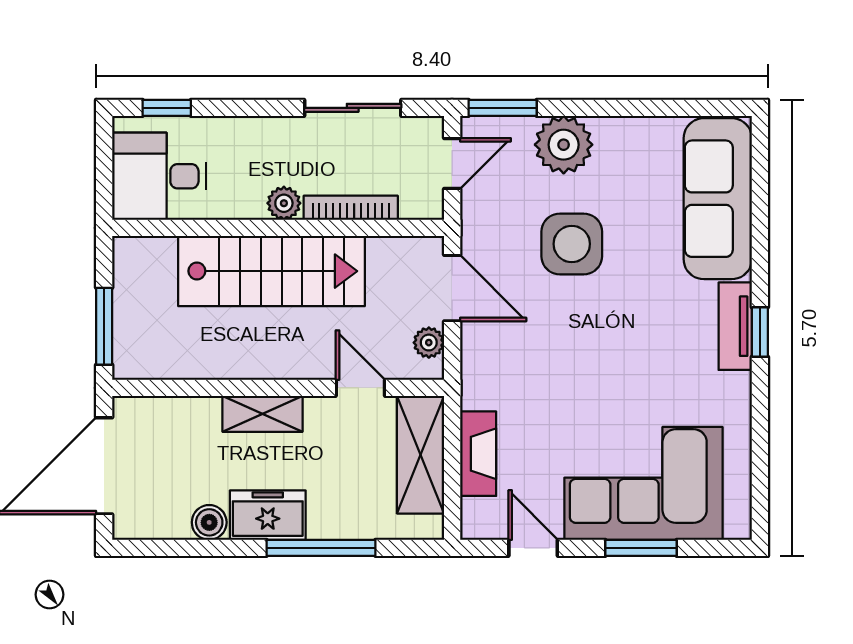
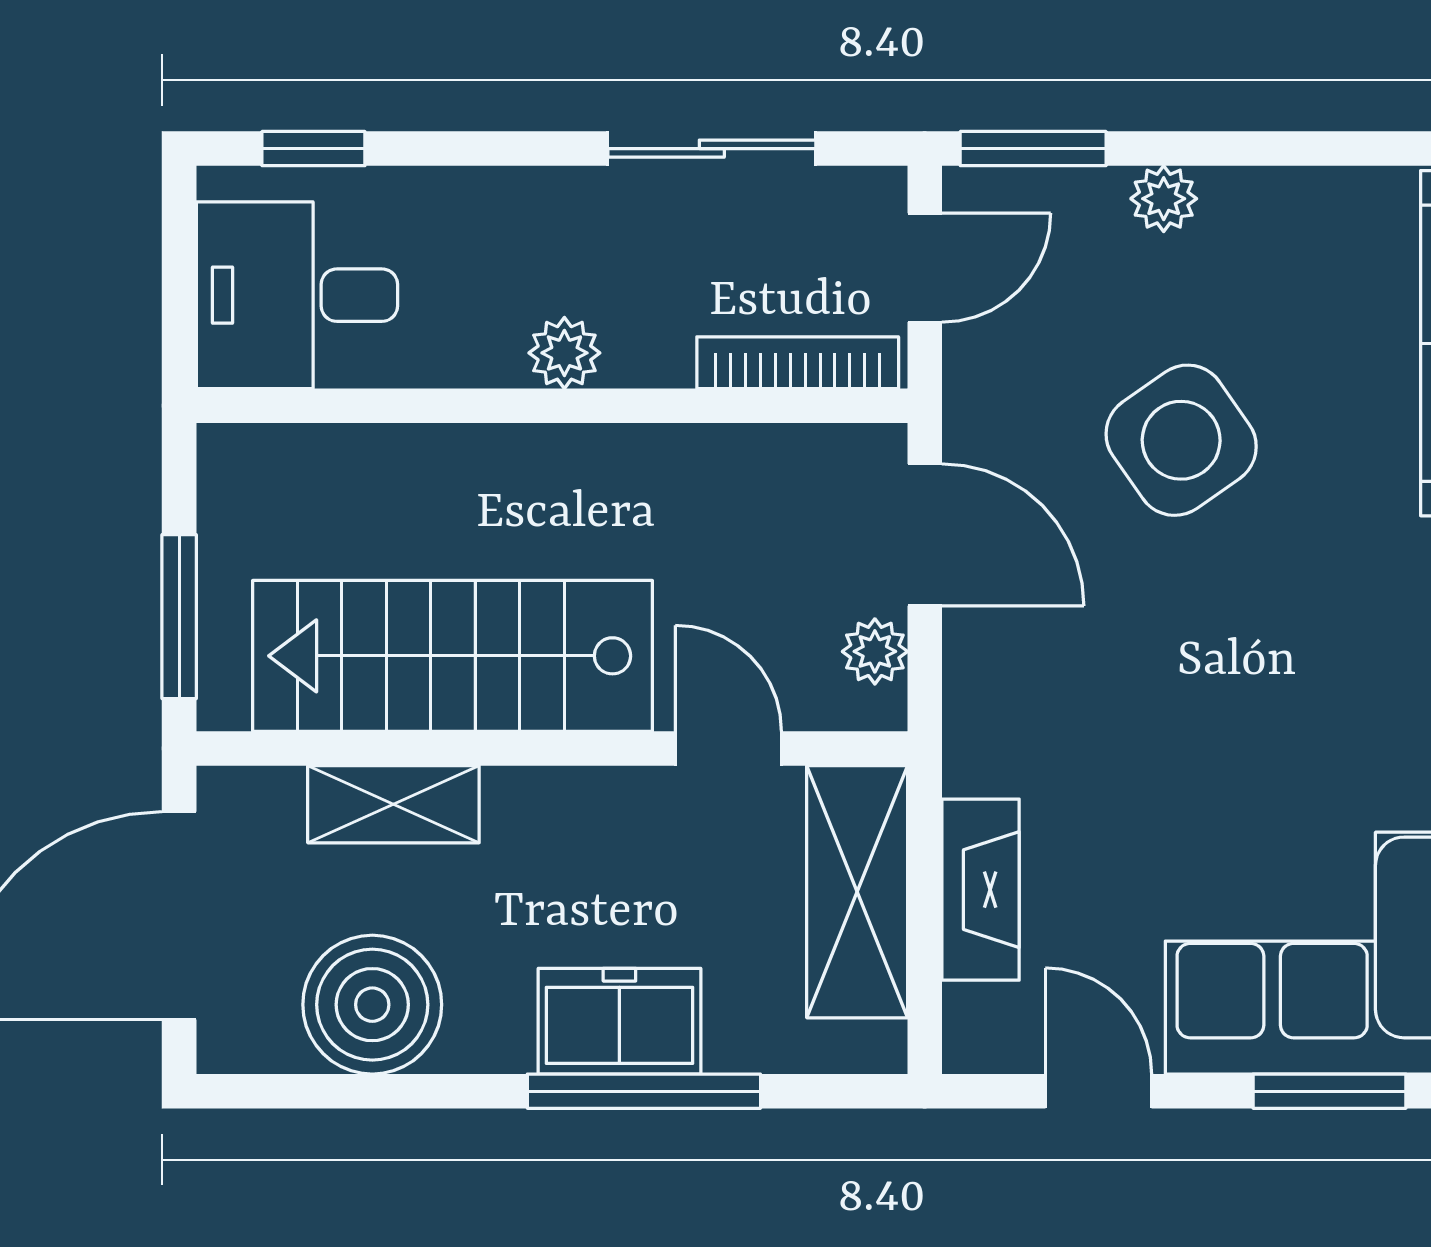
plant: (564, 145) -> (1164, 199), width x0.53, depth x0.53
bookcase: (351, 208) -> (798, 363), moved
side table: (572, 244) -> (1181, 440), turned -35
stairs: (272, 271) -> (453, 656), moved, turned 180
shelving: (262, 414) -> (393, 804), moved
freezer: (268, 515) -> (619, 1021), moved
boiler: (209, 522) -> (372, 1005), width x1.86, depth x1.86

